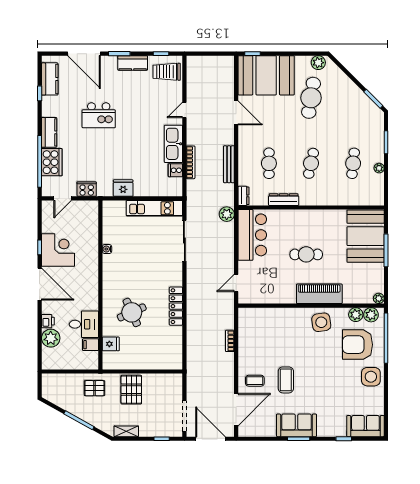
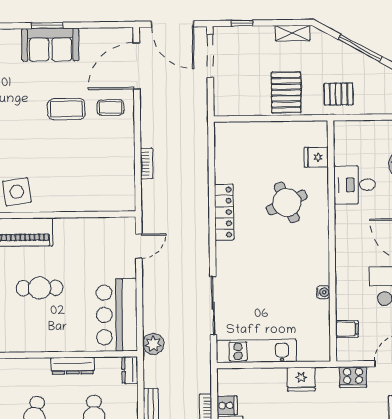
filing cabinet: (91, 345) -> (347, 329), moved
coffee table: (286, 380) -> (66, 109), turned 90

